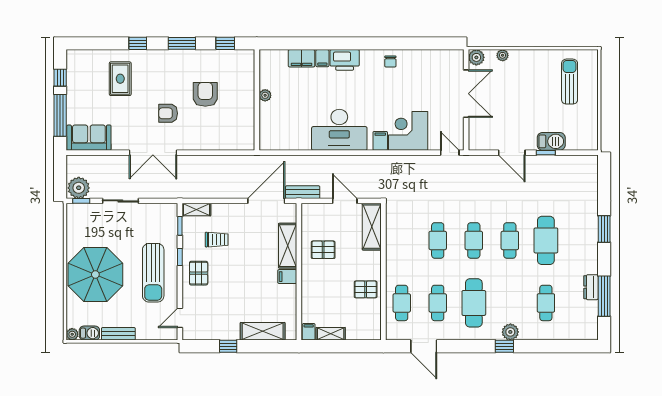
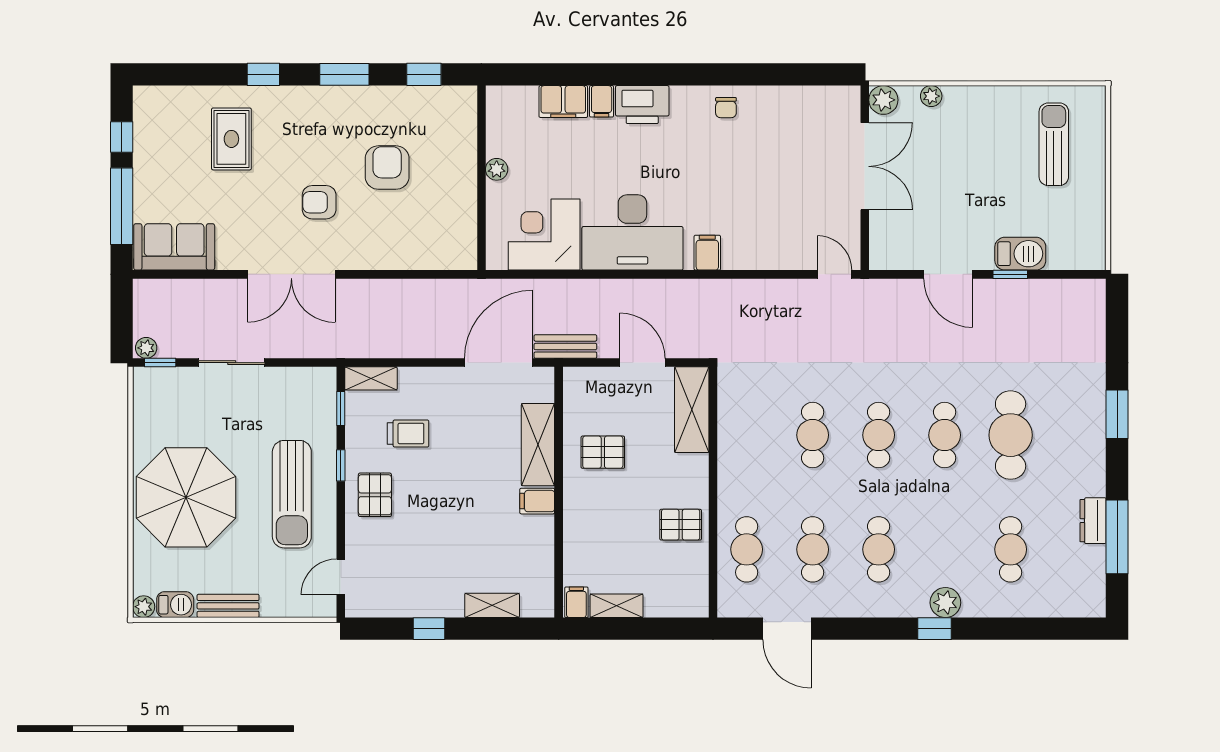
corner desk: (408, 131) -> (544, 234), moved
plant: (79, 188) -> (146, 348), width x0.53, depth x0.53
cafe table: (474, 303) -> (879, 549), width x0.73, depth x0.74
shelving: (263, 331) -> (492, 605), width x0.67, depth x0.75

